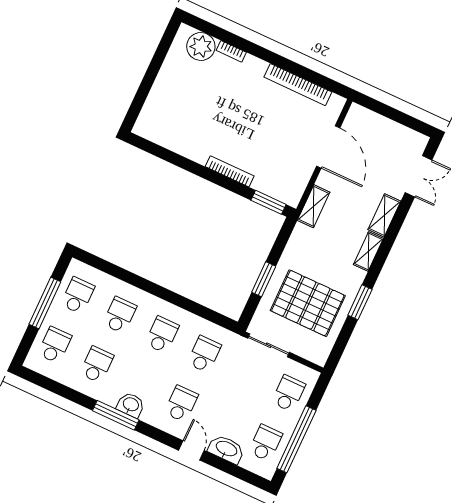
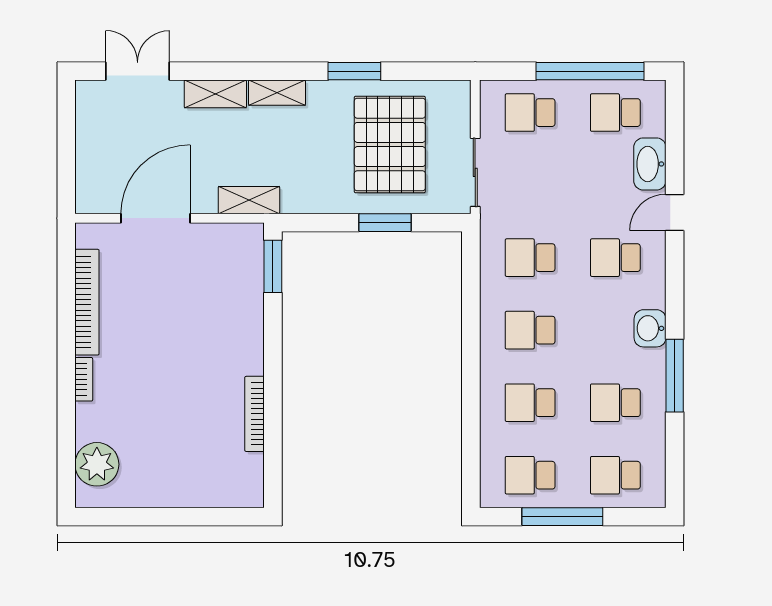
bookcase: (231, 51) -> (84, 379), moved
bookcase: (230, 171) -> (255, 414), moved
window: (116, 415) -> (675, 376), moved

